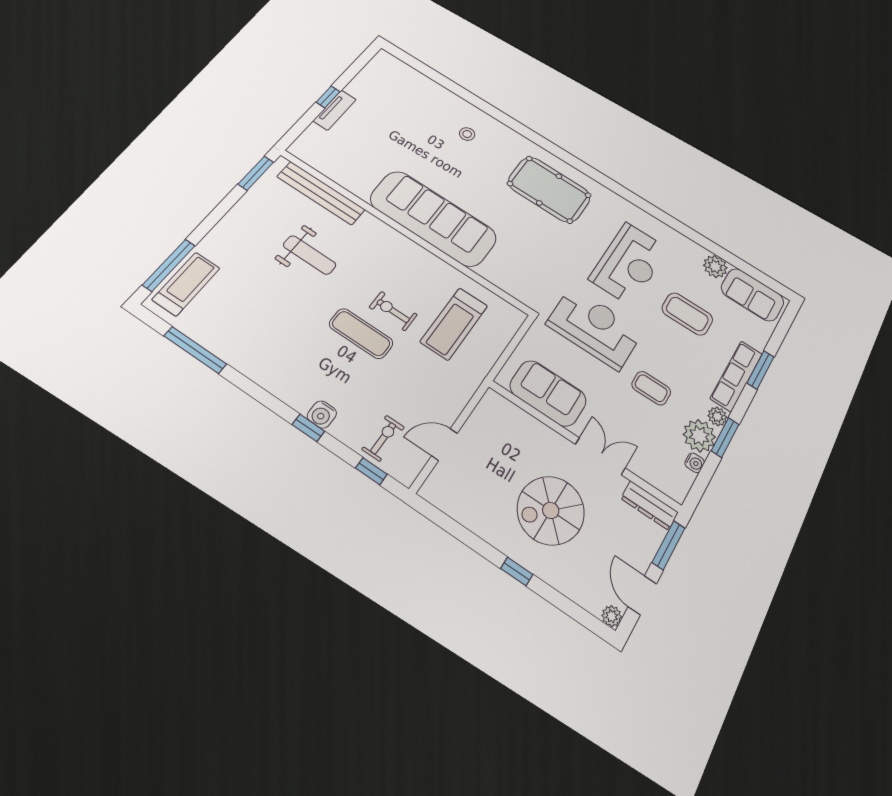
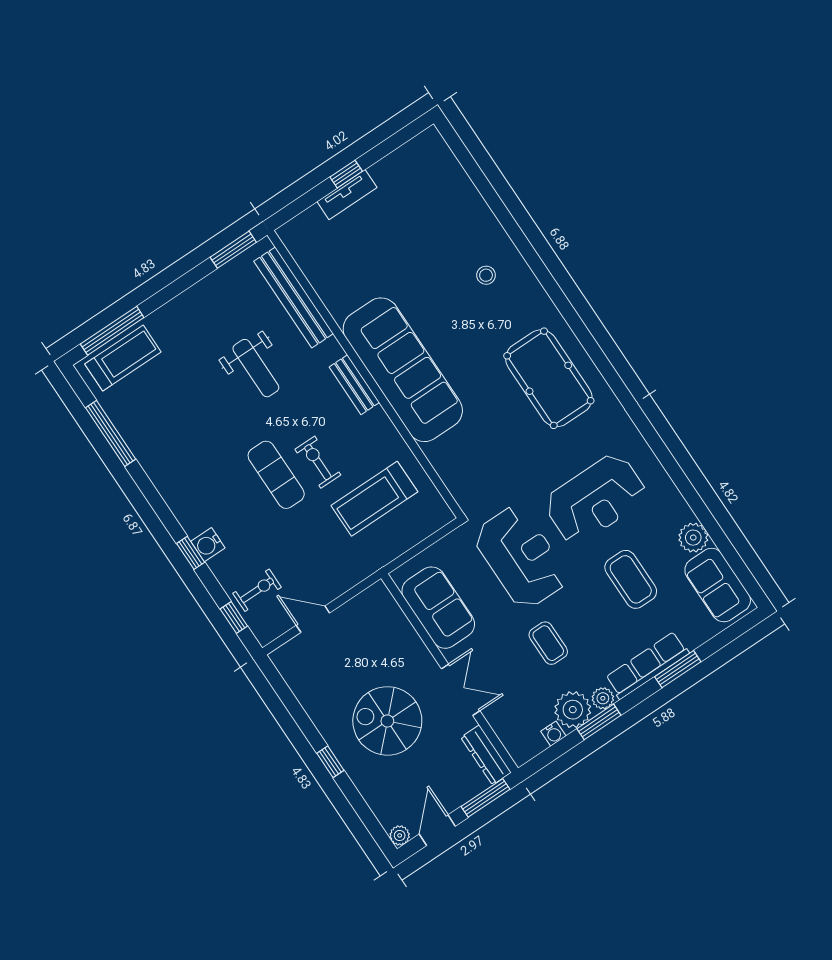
bench: (399, 242) -> (354, 385), added

